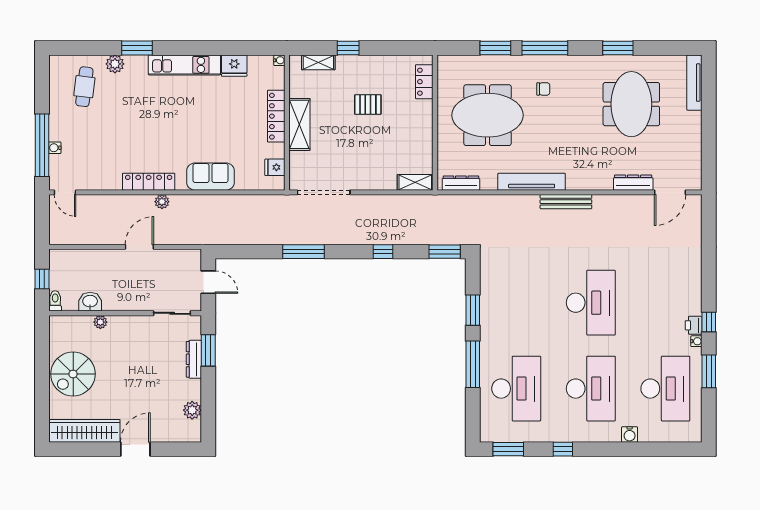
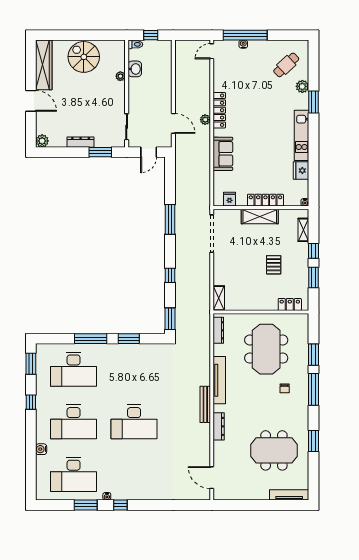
window: (386, 48) -> (314, 278), added
cafe table: (84, 87) -> (286, 65), turned -50
dresser: (633, 183) -> (219, 426), moved
door: (139, 247) -> (173, 123), moved
printer: (694, 325) -> (118, 494), removed
dresser: (194, 359) -> (81, 142), moved
plant: (192, 410) -> (42, 141), moved

